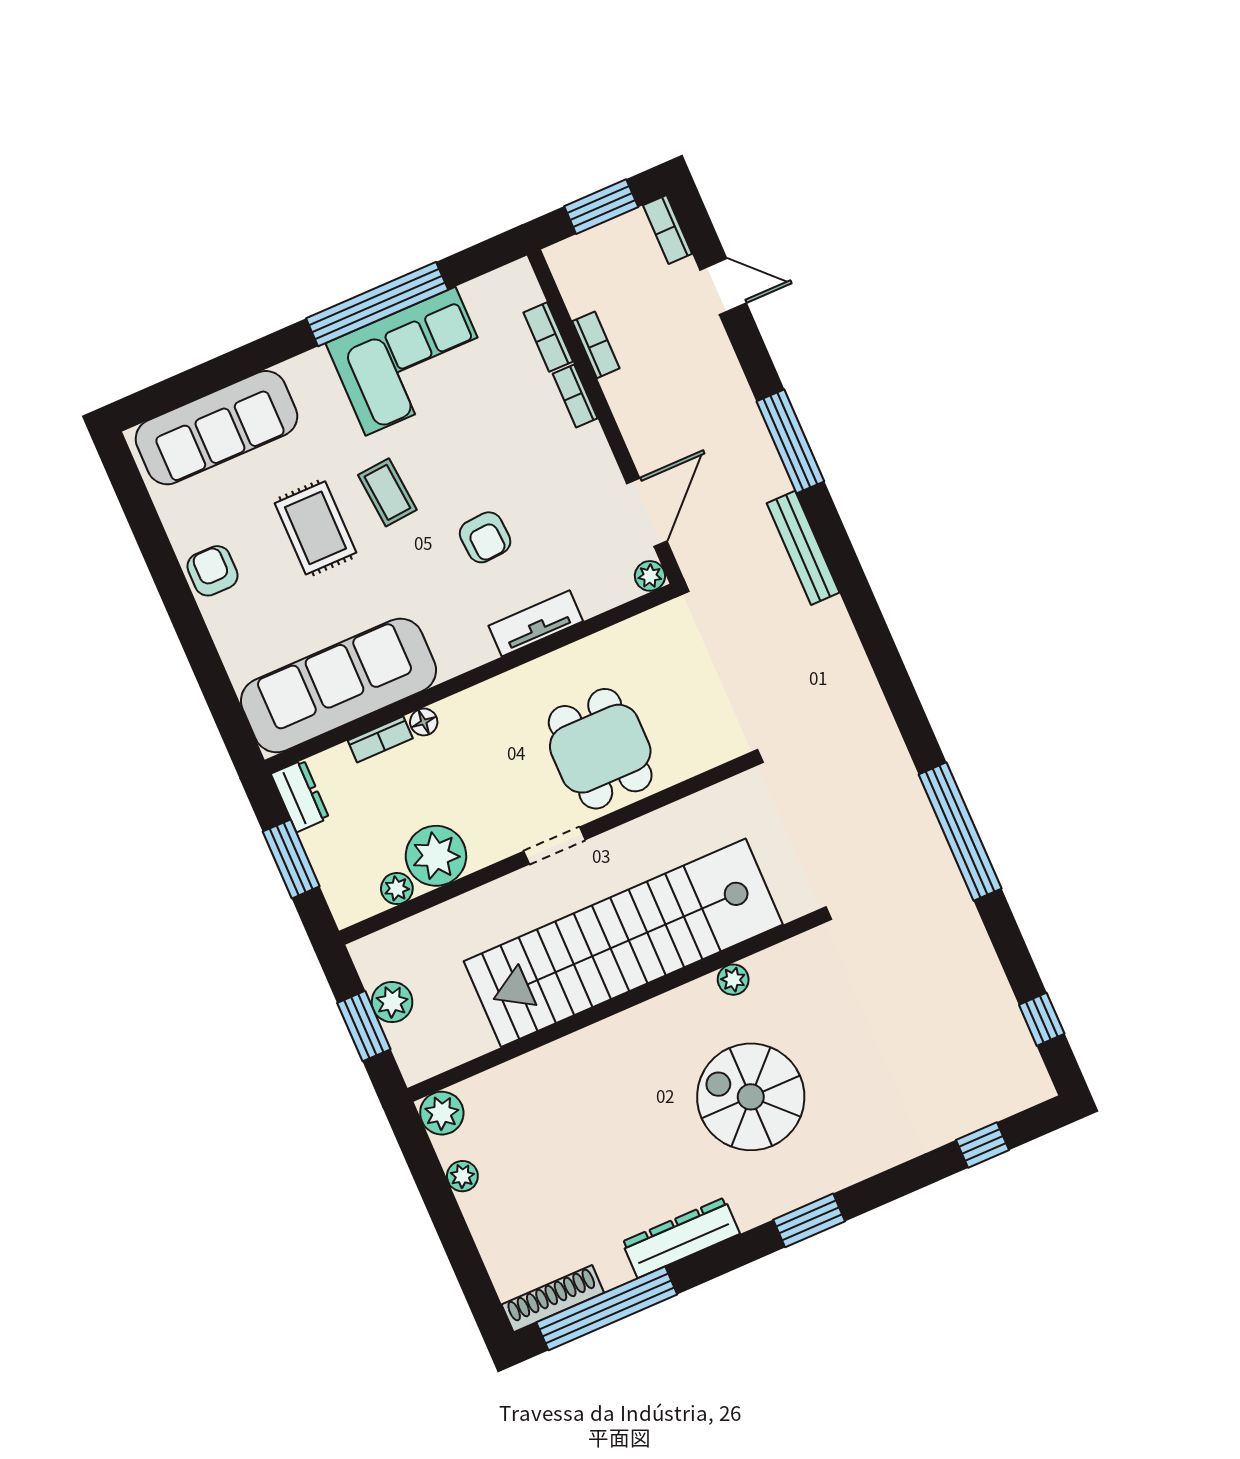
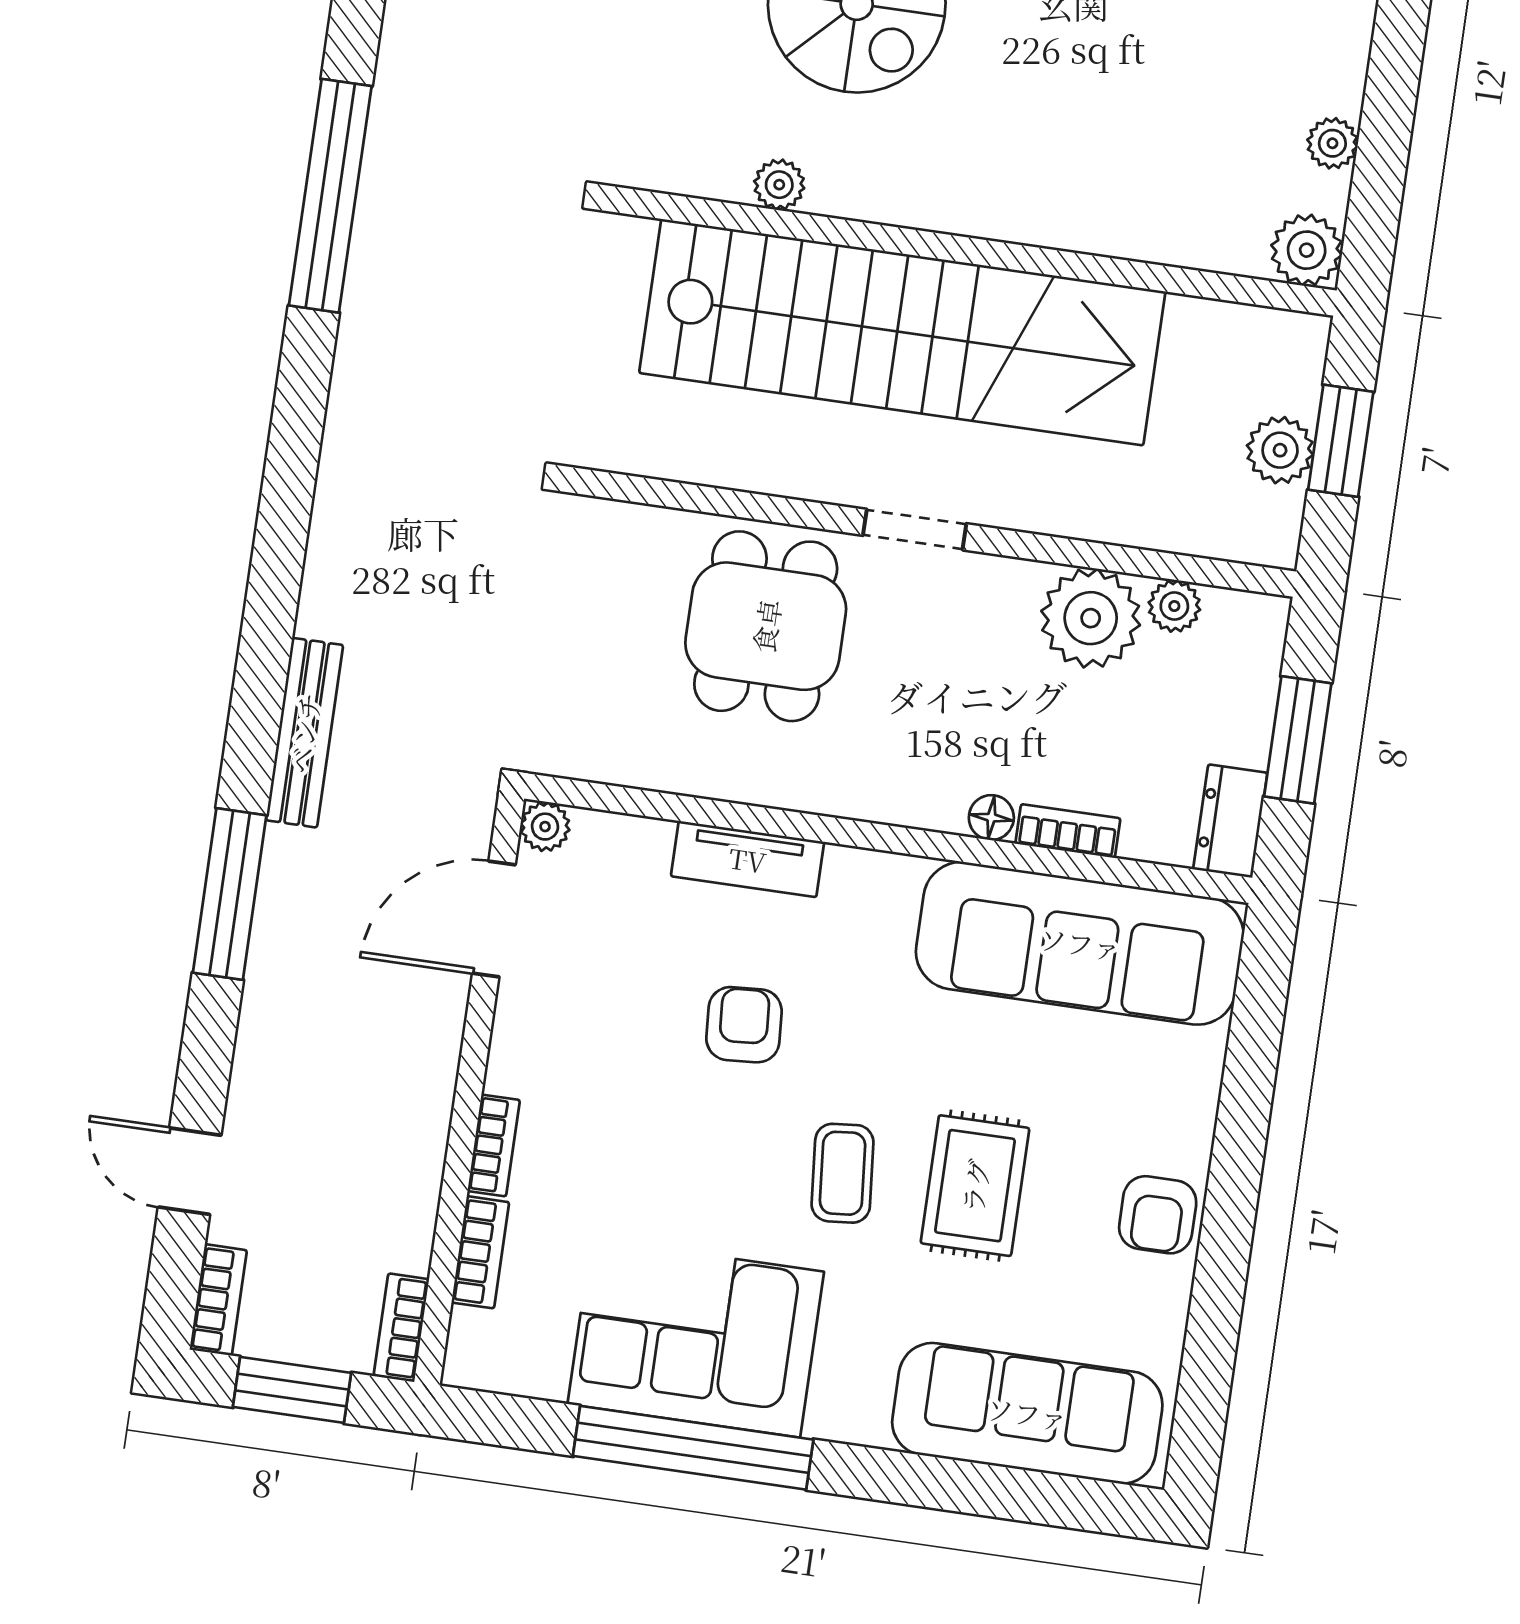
bookcase: (596, 345) -> (401, 1327), moved

